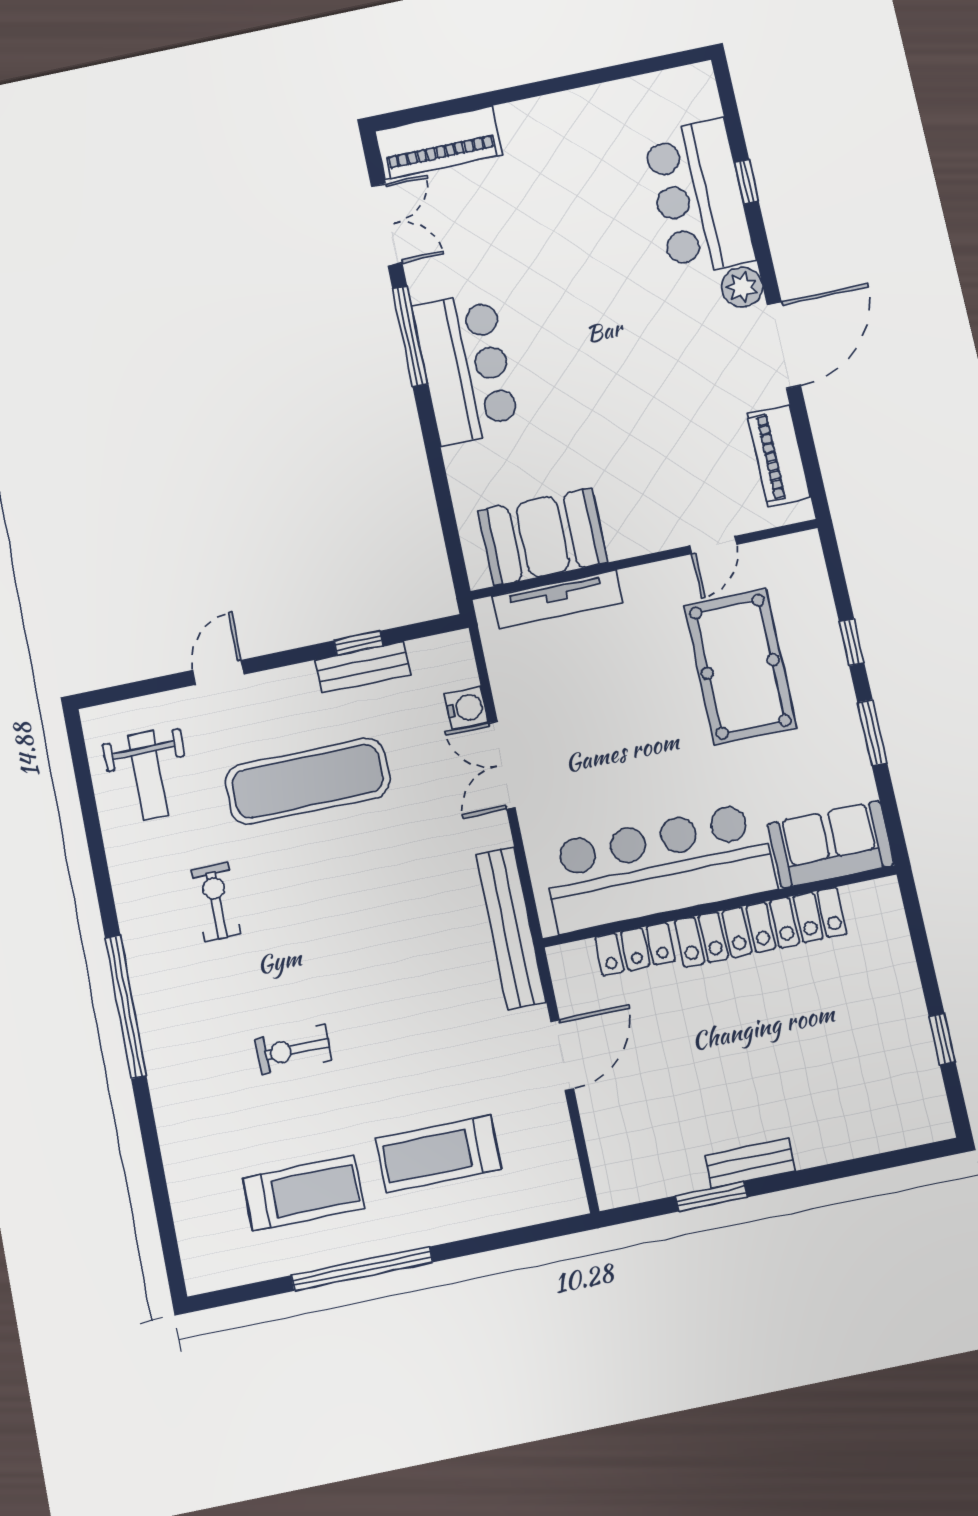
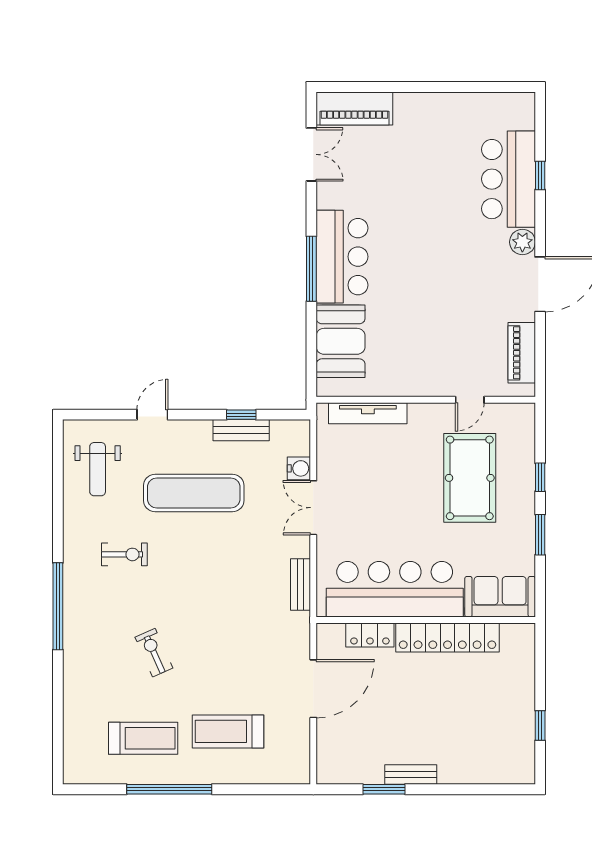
window: (410, 336) -> (311, 269), moved
booth: (543, 537) -> (341, 341), moved, turned 90
exercise bike: (216, 902) -> (124, 554), turned 90
bench: (511, 928) -> (301, 584), width x0.54, depth x0.82
exercise bike: (294, 1050) -> (154, 653), turned 66
door: (562, 1055) -> (313, 689), width x1.36

